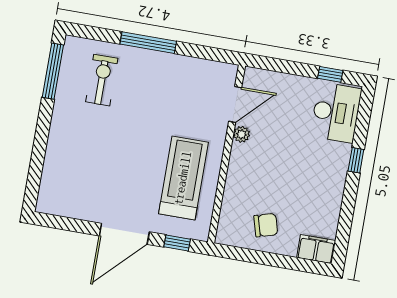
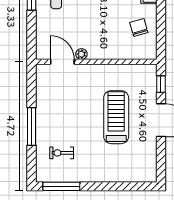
exercise bike: (102, 80) -> (62, 153), width x0.73, depth x0.72
treadmill: (183, 178) -> (116, 117), moved, turned 90

